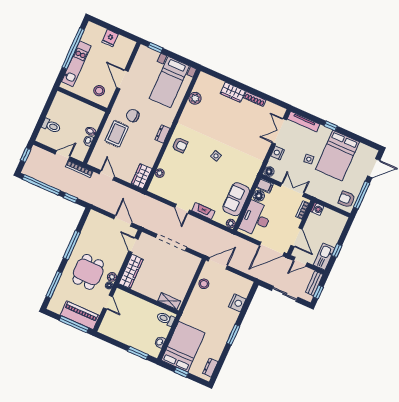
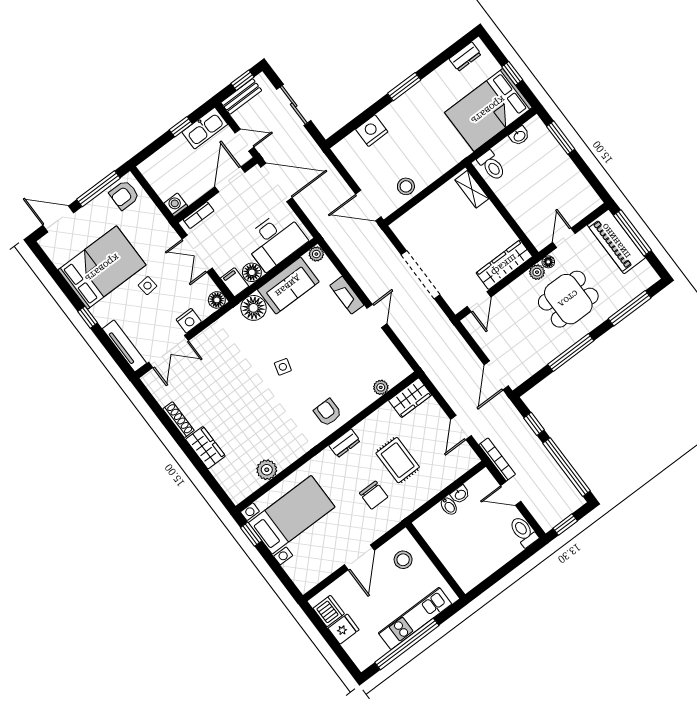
dishwasher: (123, 43) -> (329, 611), added
window: (155, 48) -> (251, 534), moved
toilet: (51, 126) -> (523, 532), moved
rug: (117, 134) -> (398, 460), moved, turned 90
floor lamp: (248, 178) -> (253, 308), added
armchair: (347, 199) -> (124, 195), turned 93
door: (123, 221) -> (496, 375), moved

